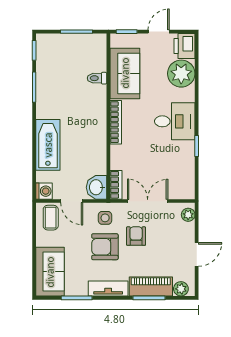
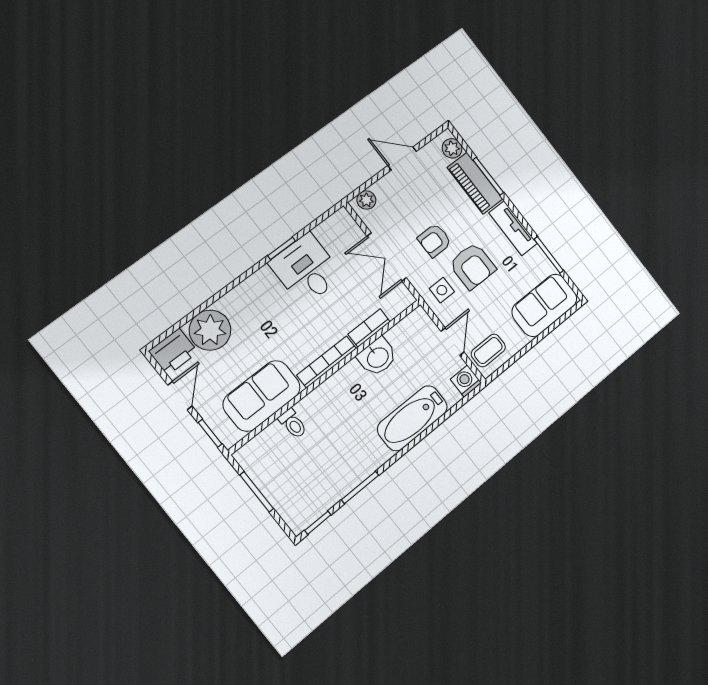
door: (159, 32) -> (180, 396), swing flipped
desk: (175, 121) -> (306, 269), moved
bookcase: (116, 185) -> (369, 328), moved
washbasin: (97, 187) -> (377, 357), moved

